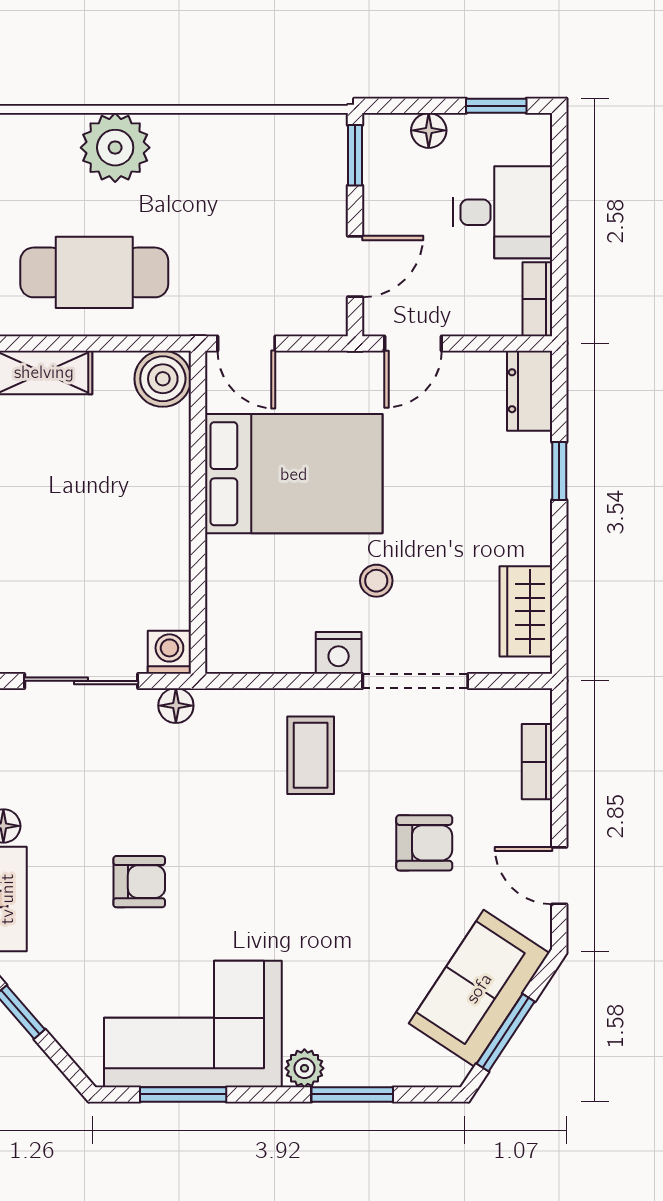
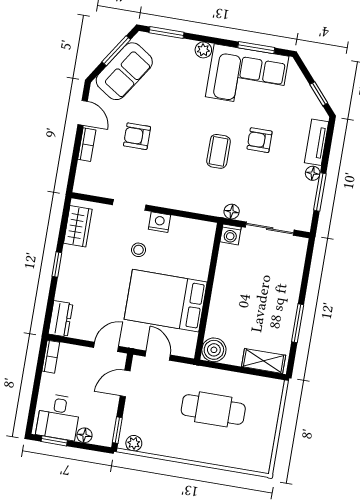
plant: (115, 148) -> (134, 443), moved, width x0.53, depth x0.53
desk: (502, 212) -> (58, 417), moved, turned -90
cafe table: (94, 272) -> (213, 409), moved
door: (246, 343) -> (158, 356), moved
window: (559, 471) -> (57, 265), moved
doorway: (415, 681) -> (129, 205), width x0.73
coffee table: (311, 755) -> (219, 151), moved
bookcase: (537, 762) -> (87, 145), moved
window: (352, 1094) -> (167, 32), moved

